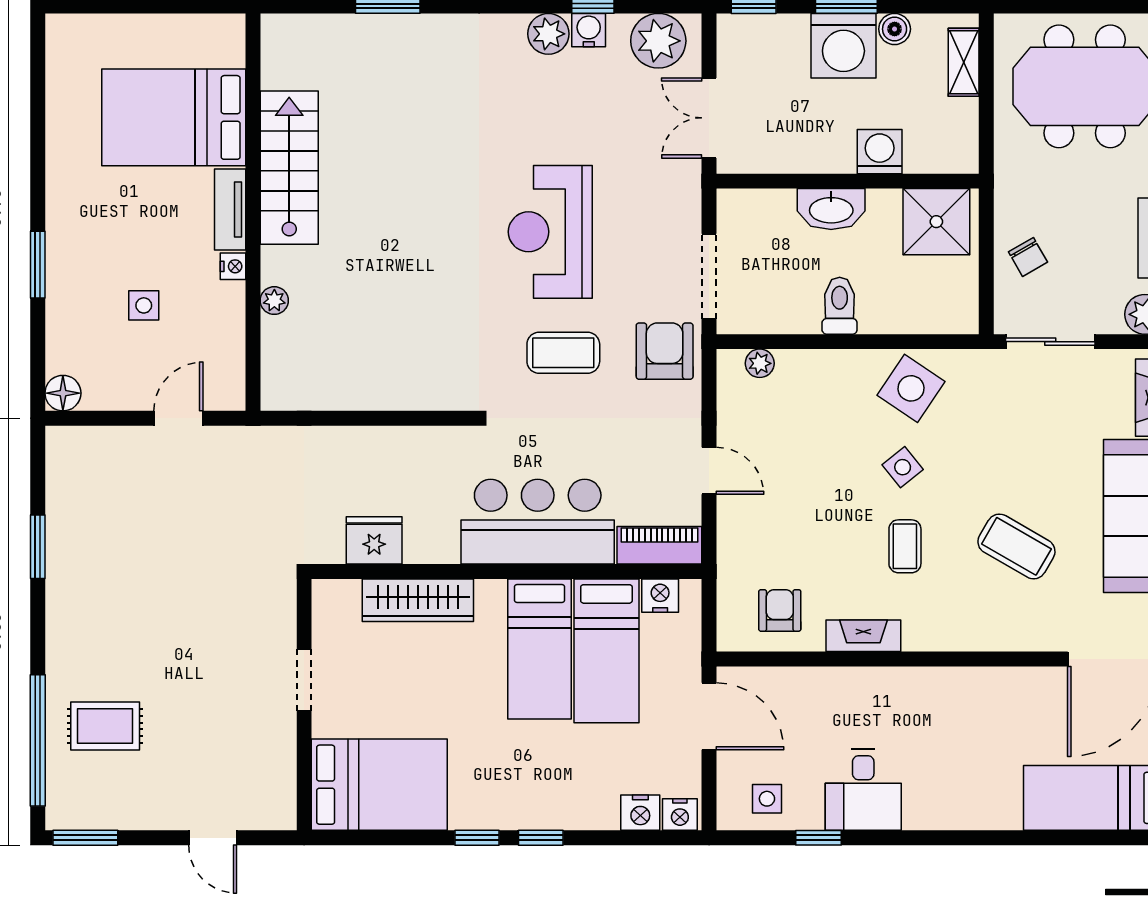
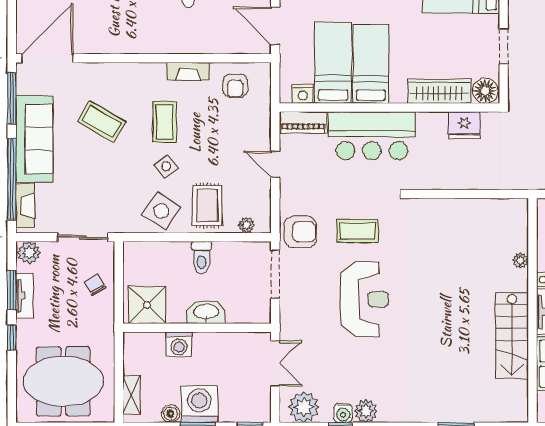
armchair: (665, 351) -> (300, 232), turned -90
rug: (830, 398) -> (207, 206), added
coffee table: (905, 546) -> (165, 122), width x1.36, depth x1.30
floor lamp: (337, 601) -> (485, 91), added

